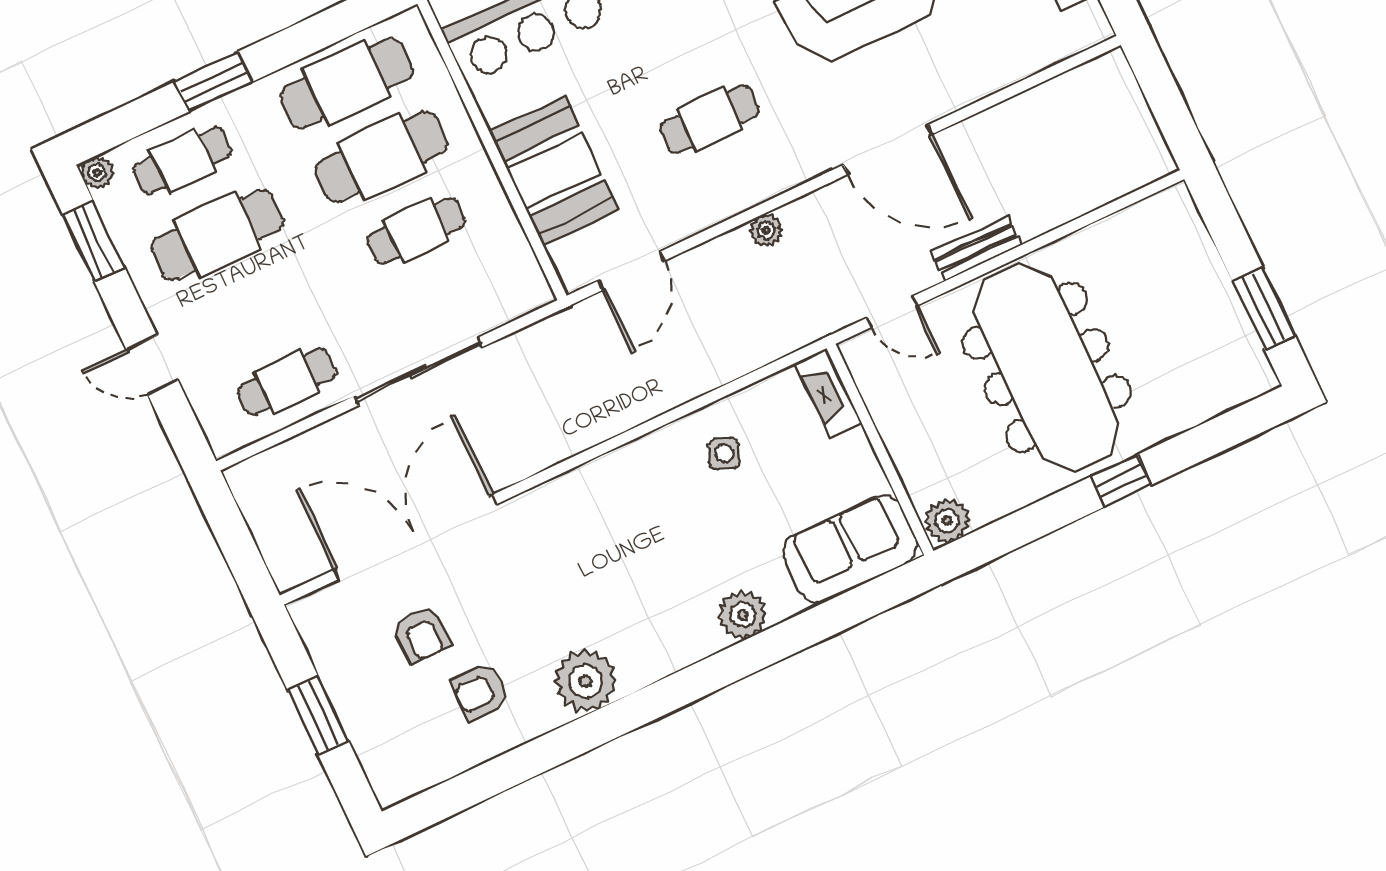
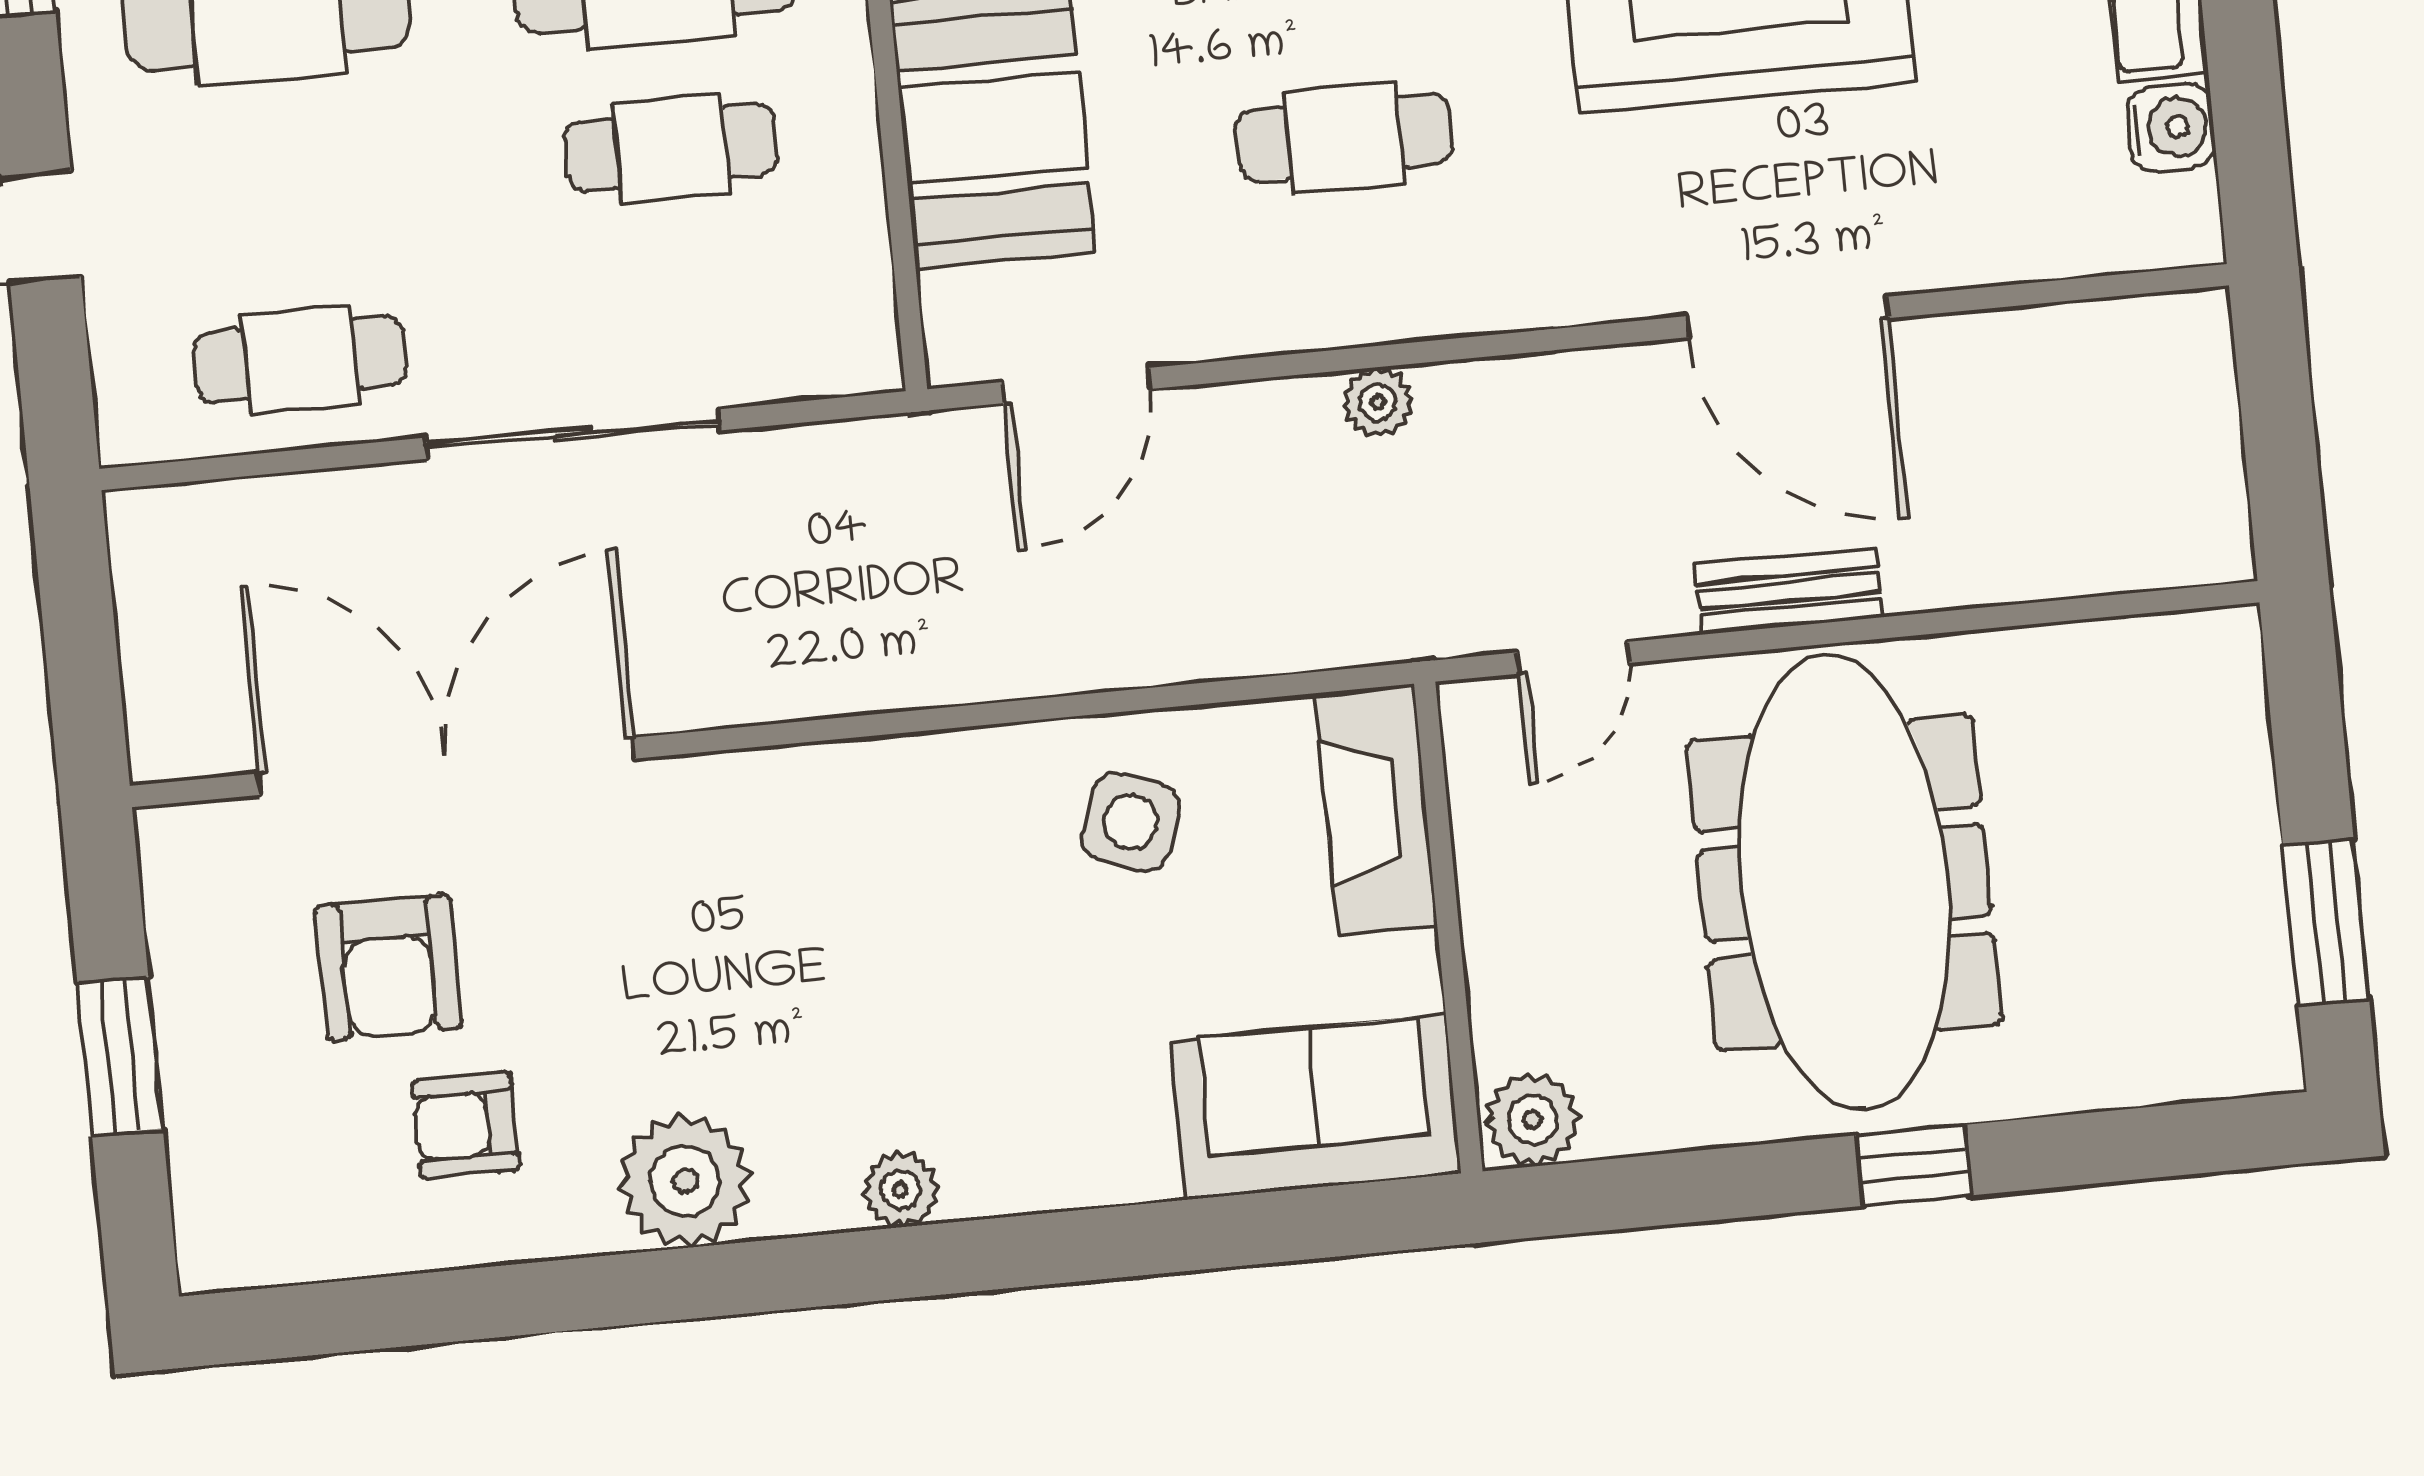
door: (888, 149) -> (1787, 317), moved
door: (892, 312) -> (1573, 658), hinge flipped
fireplace: (828, 393) -> (1376, 809), width x1.37, depth x1.32
side table: (724, 454) -> (1131, 822), width x1.37, depth x1.37
plant: (743, 615) -> (901, 1190), moved, width x0.73, depth x0.73
armchair: (422, 634) -> (388, 967), width x1.38, depth x1.38

